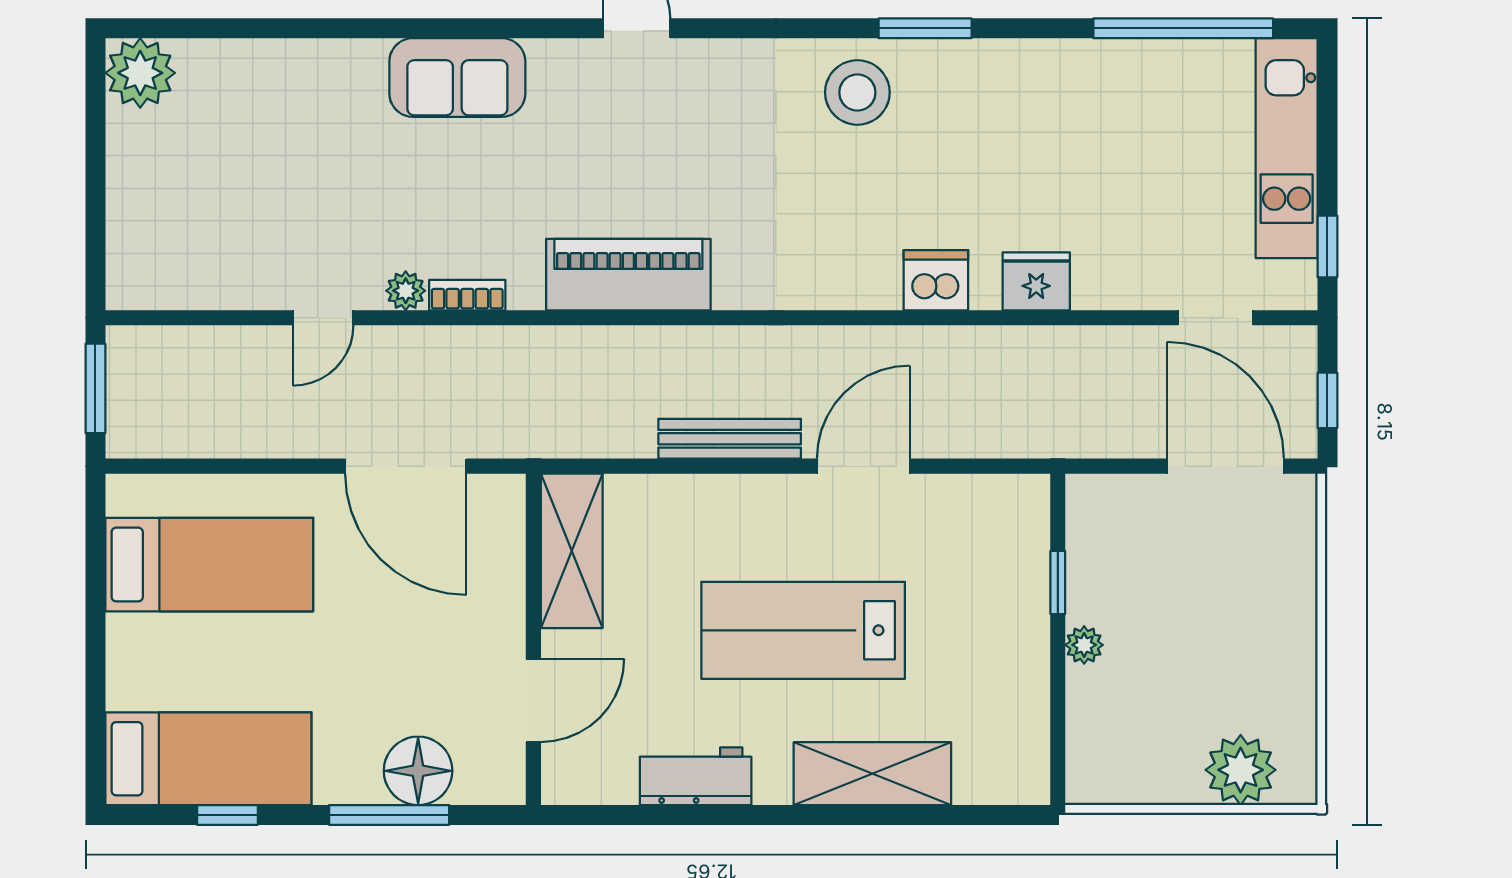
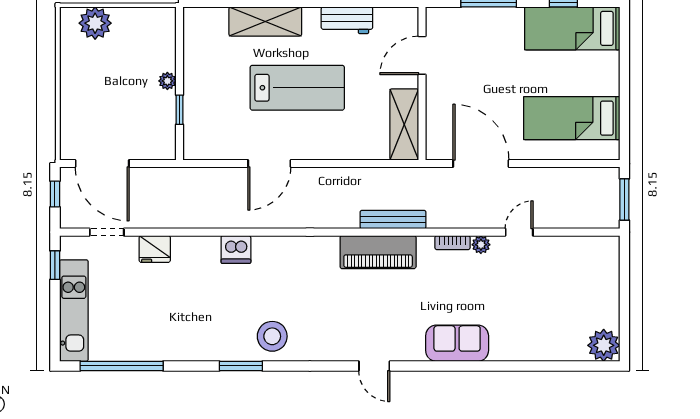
fridge: (1036, 281) -> (155, 249), moved
bench: (730, 439) -> (393, 220), moved
floor lamp: (418, 771) -> (475, 23), removed

